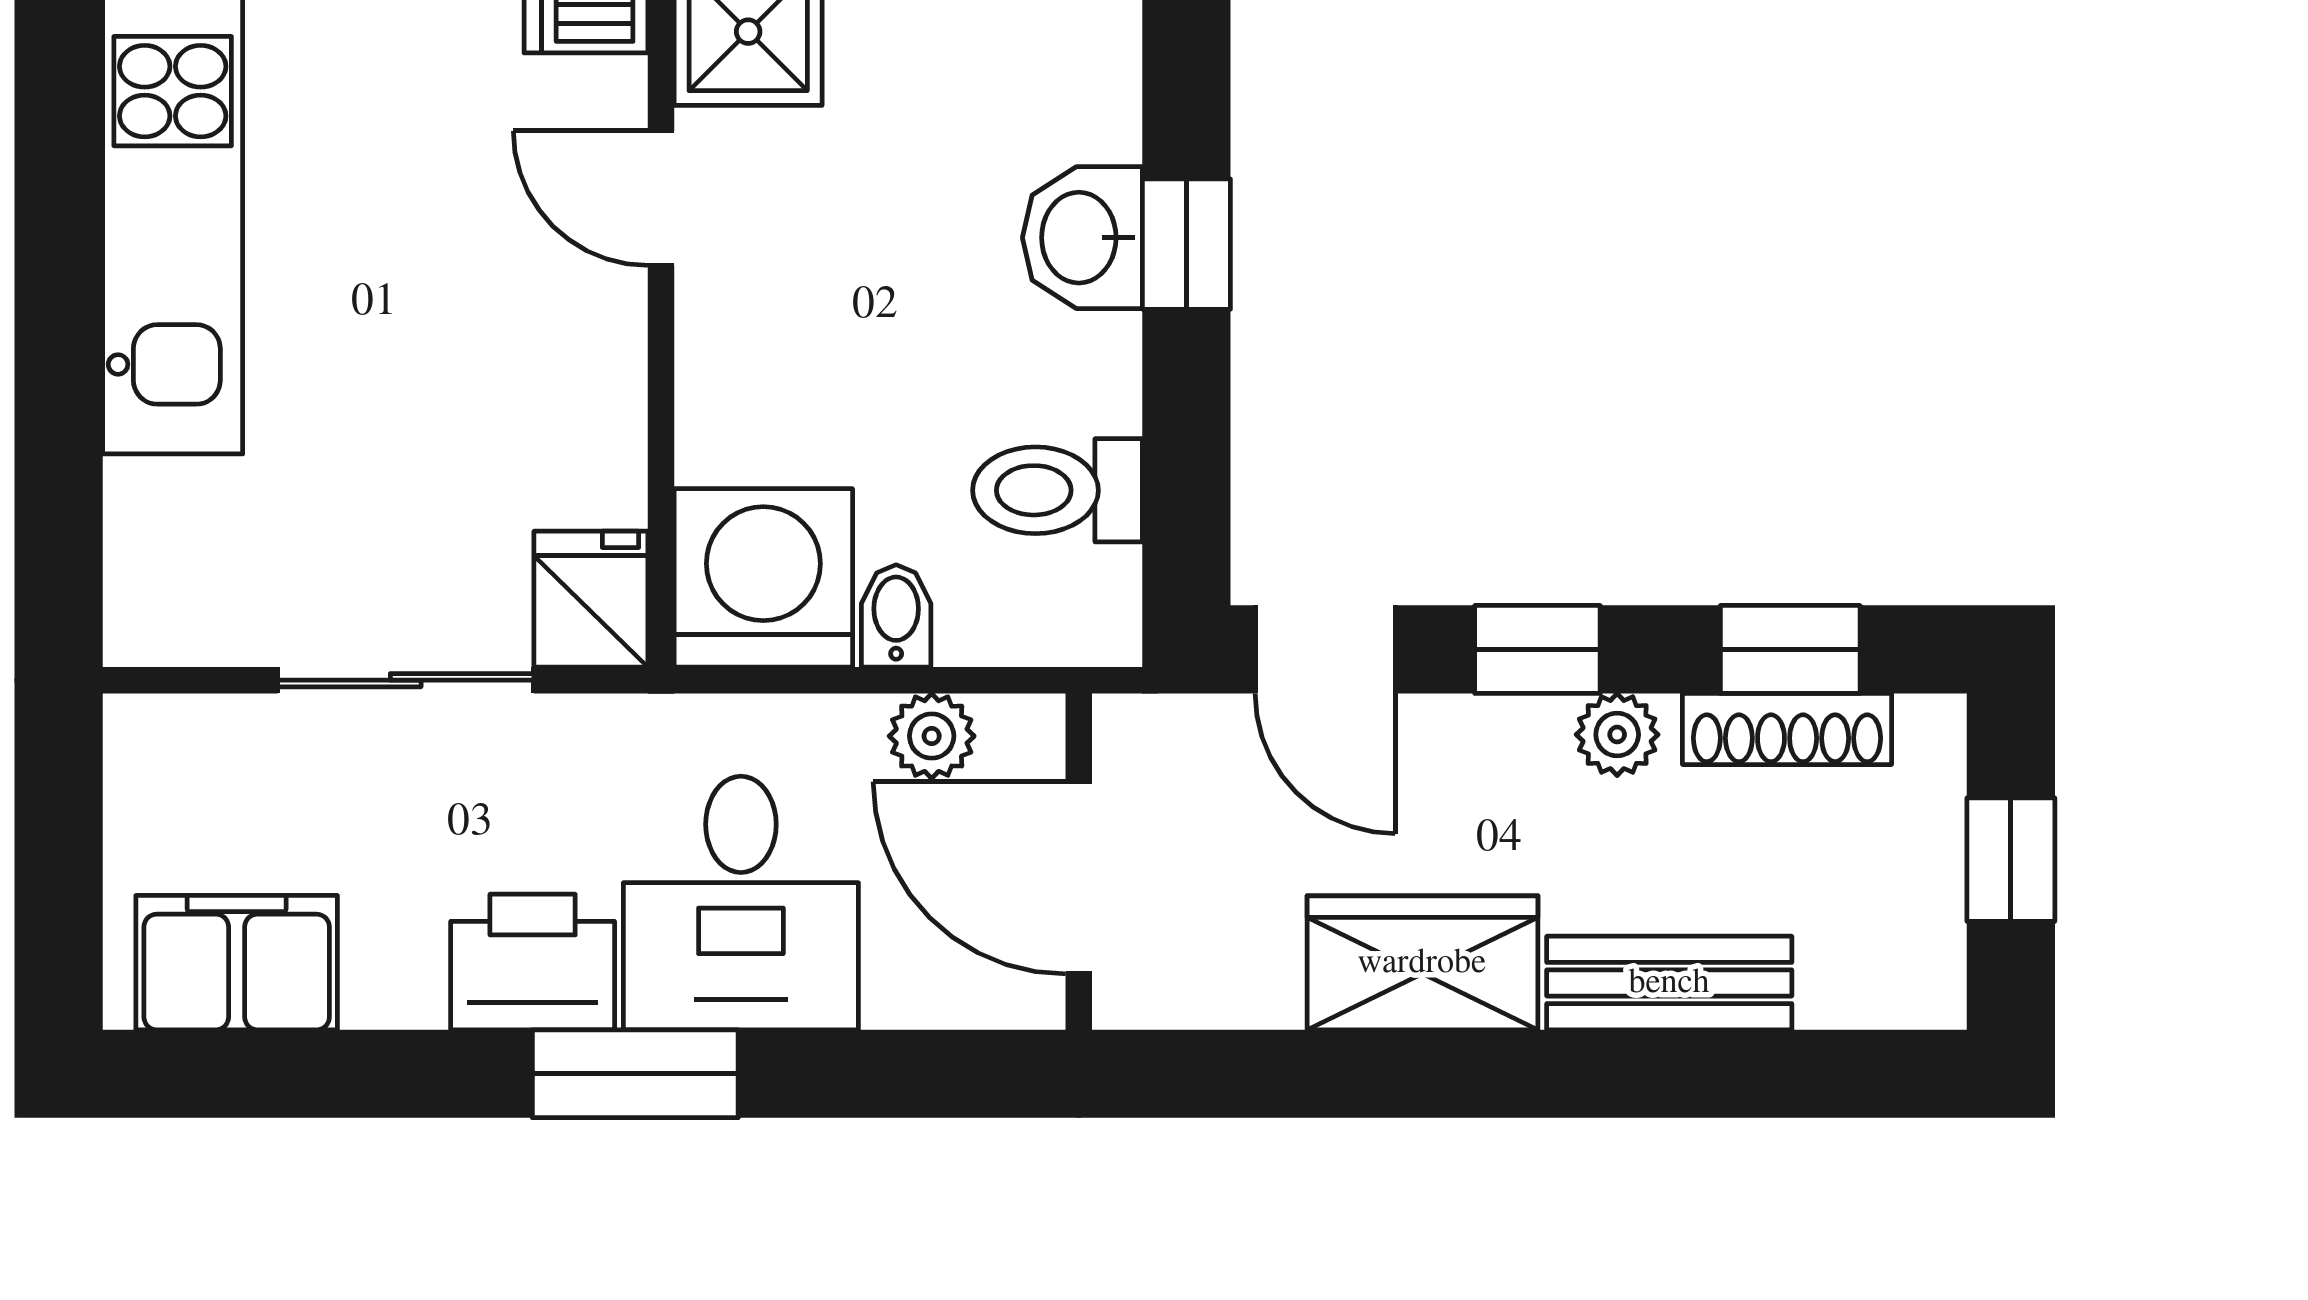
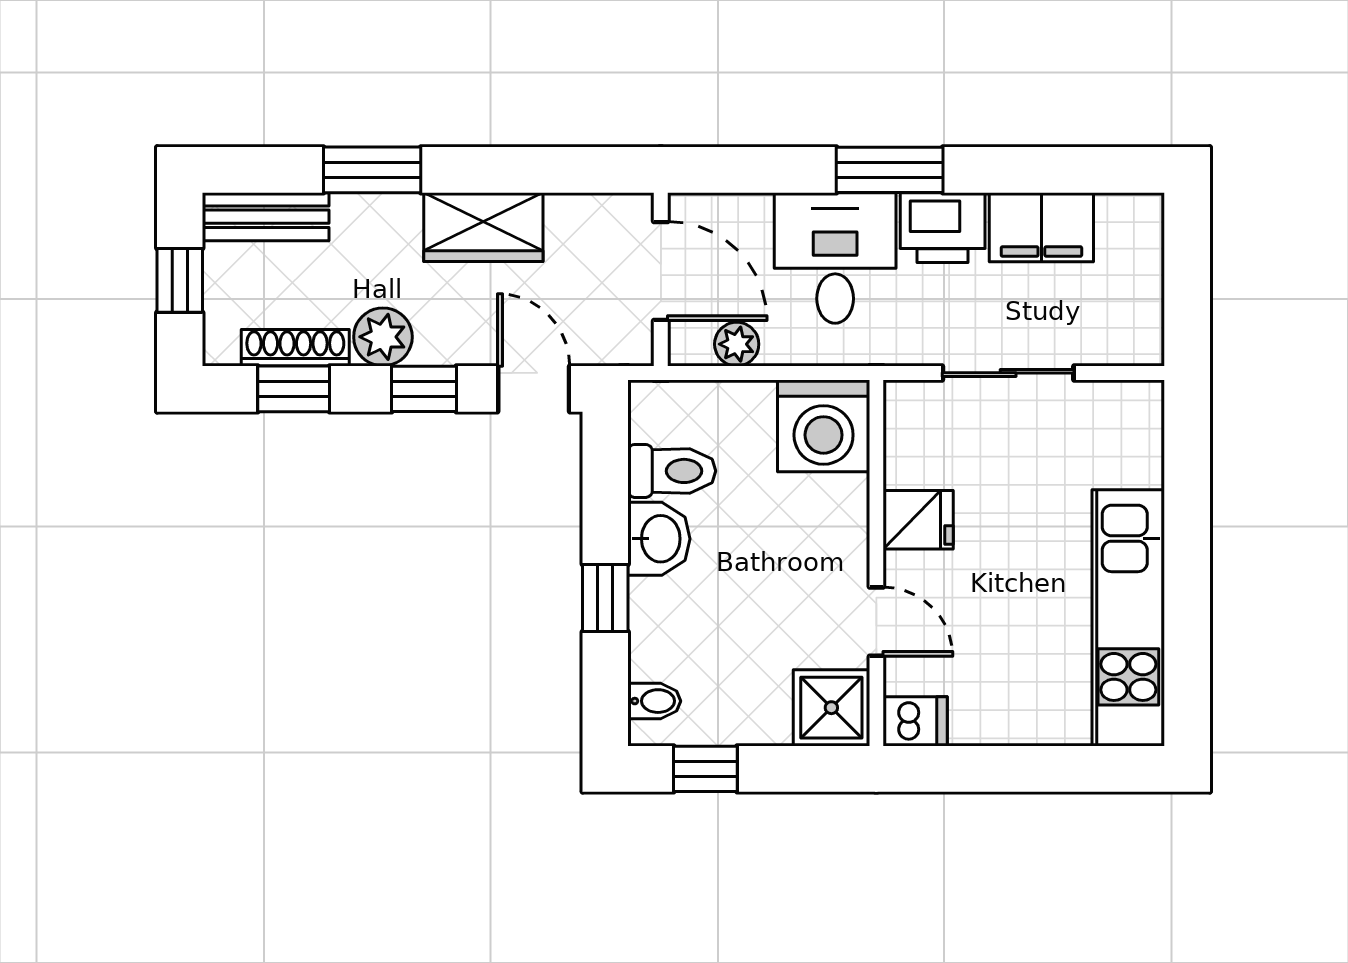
washbasin: (1082, 238) -> (659, 539), moved
fridge: (591, 599) -> (918, 520), moved, turned -90
bidet: (896, 616) -> (654, 701), moved, turned -90
plant: (1617, 735) -> (383, 337), width x1.38, depth x1.38
filing cabinet: (237, 963) -> (1041, 227), moved
bench: (1669, 983) -> (266, 217), moved
window: (1638, 1074) -> (372, 170), added

